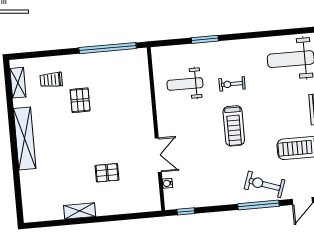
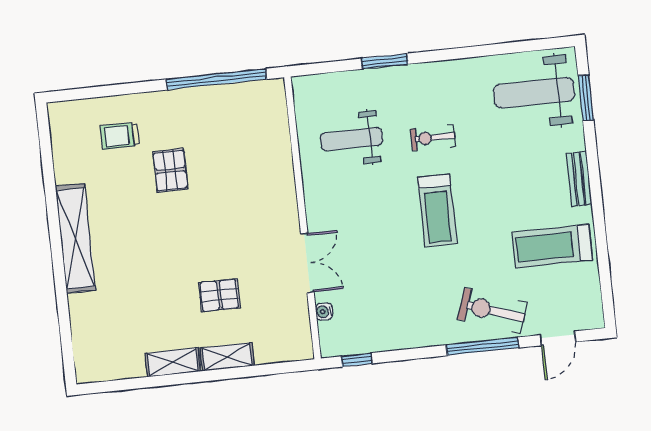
shelving: (18, 83) -> (227, 357), moved, turned 90

